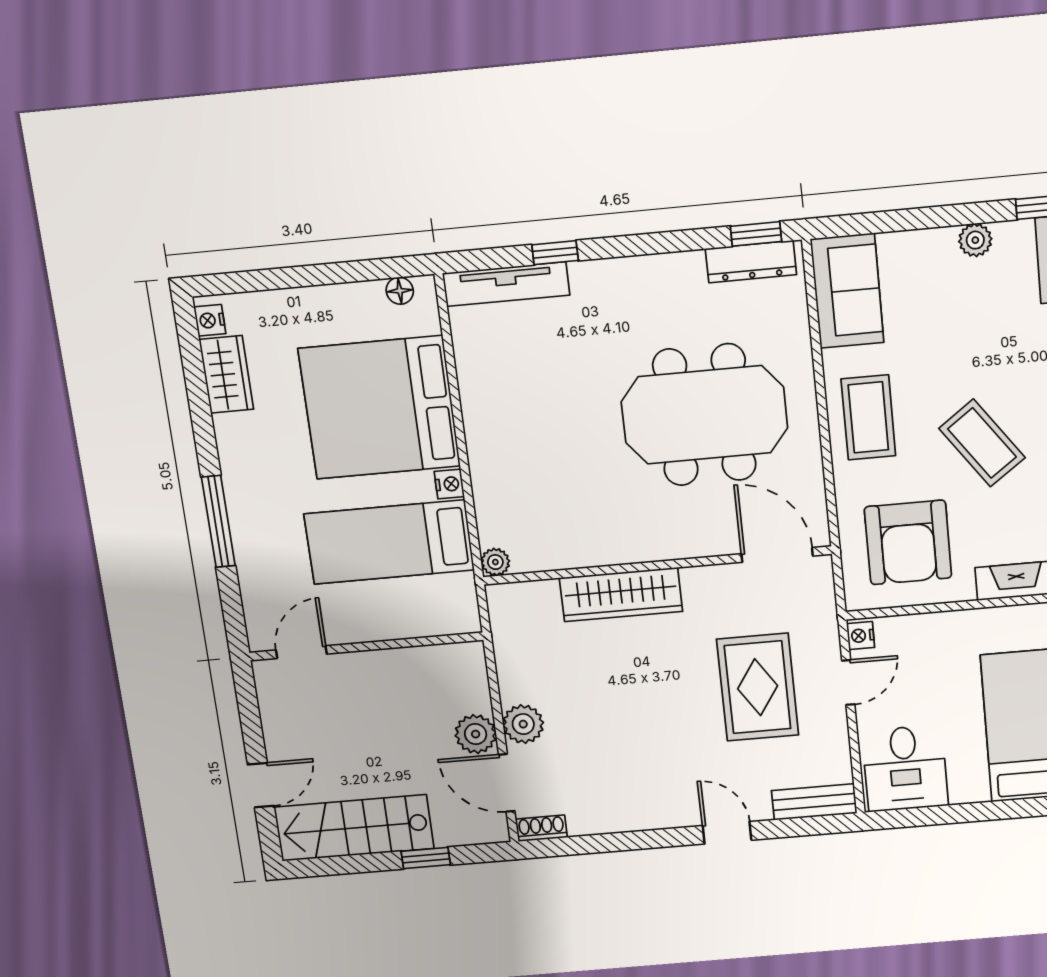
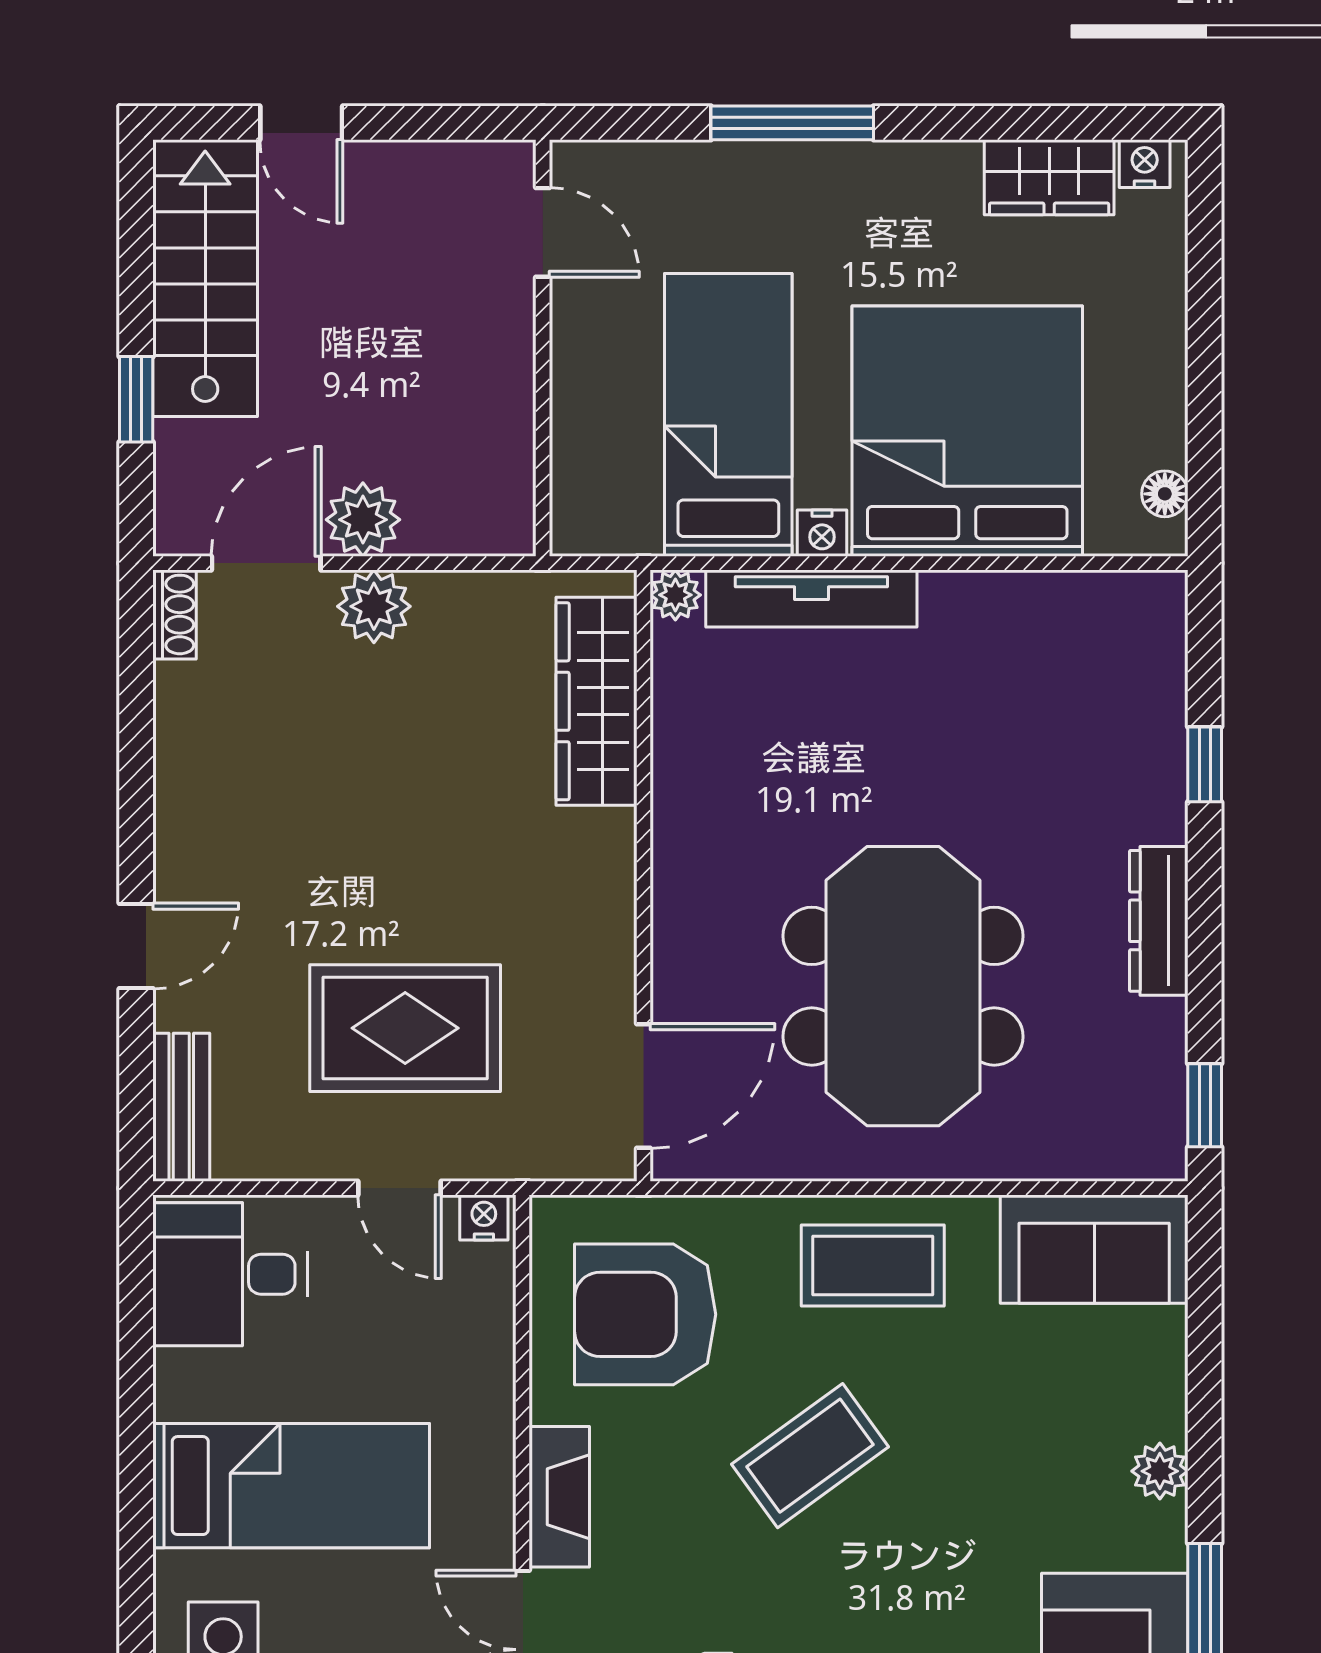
dresser: (751, 262) -> (1159, 921), moved
tv unit: (506, 284) -> (811, 598), moved, turned -90
wardrobe: (621, 595) -> (596, 701), moved

